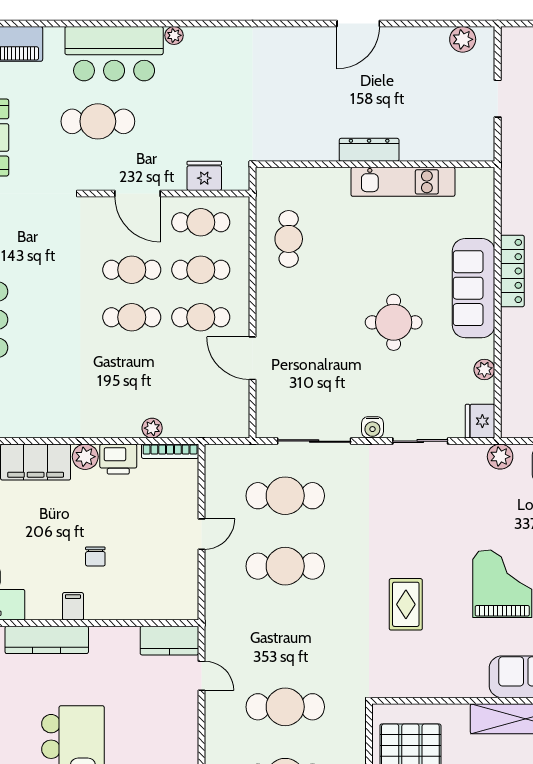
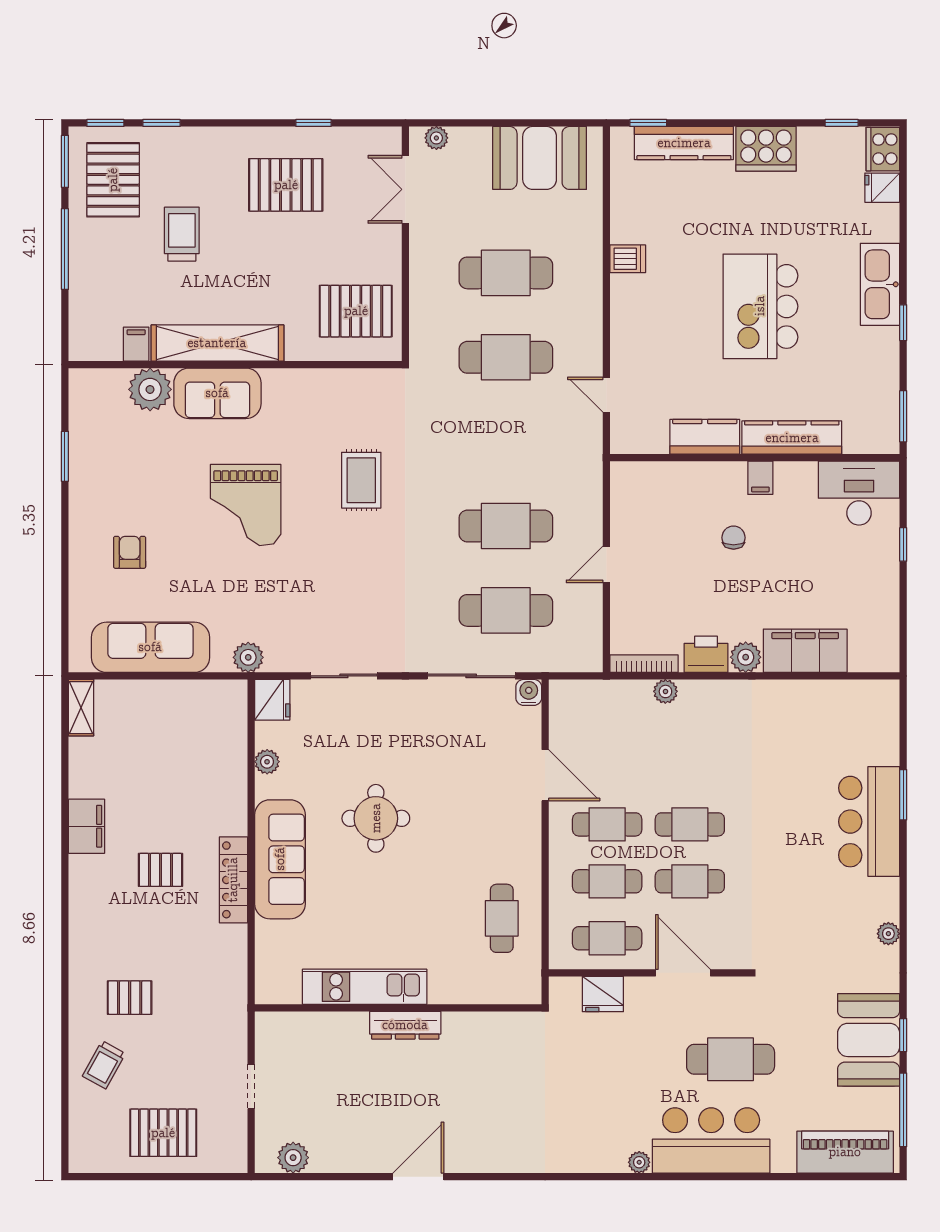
water cooler: (372, 427) -> (529, 692), moved
kitchen counter: (169, 641) -> (705, 437), moved

